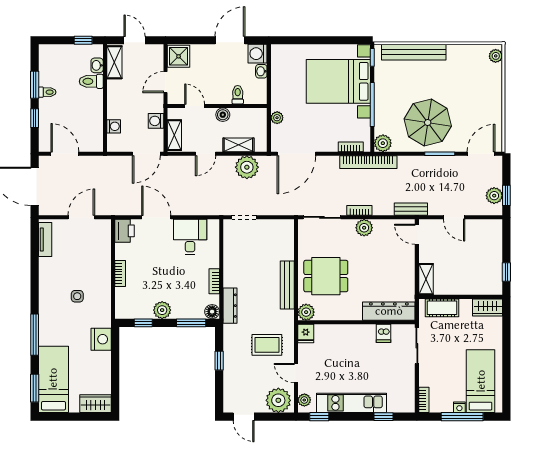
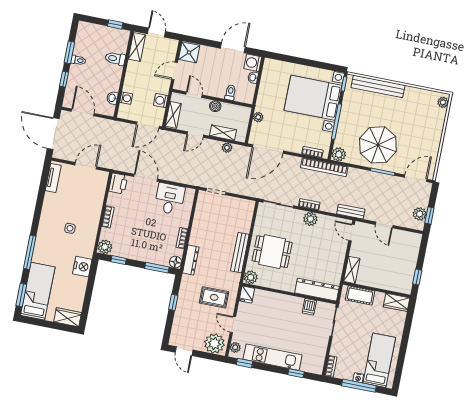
washbasin: (97, 65) -> (112, 98), moved
plant: (247, 167) -> (227, 148), width x0.53, depth x0.53
plant: (162, 310) -> (105, 247), moved

